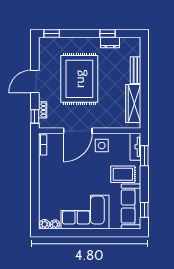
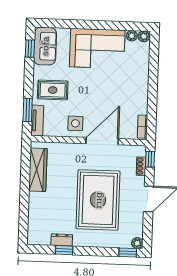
plant: (43, 42) -> (137, 243), added
bench: (135, 70) -> (34, 208), removed
sofa: (131, 207) -> (45, 46), width x0.73

